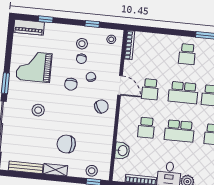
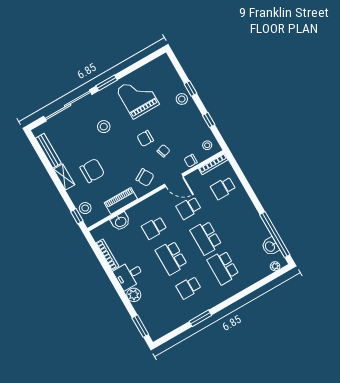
window: (46, 19) -> (190, 89), moved
piano: (29, 27) -> (121, 201), moved, turned 90
stool: (82, 44) -> (182, 99), moved
school desk: (187, 54) -> (223, 188), moved
chair: (81, 59) -> (191, 161), moved
door: (120, 85) -> (174, 180), hinge flipped
chair: (66, 144) -> (92, 171), turned 88

